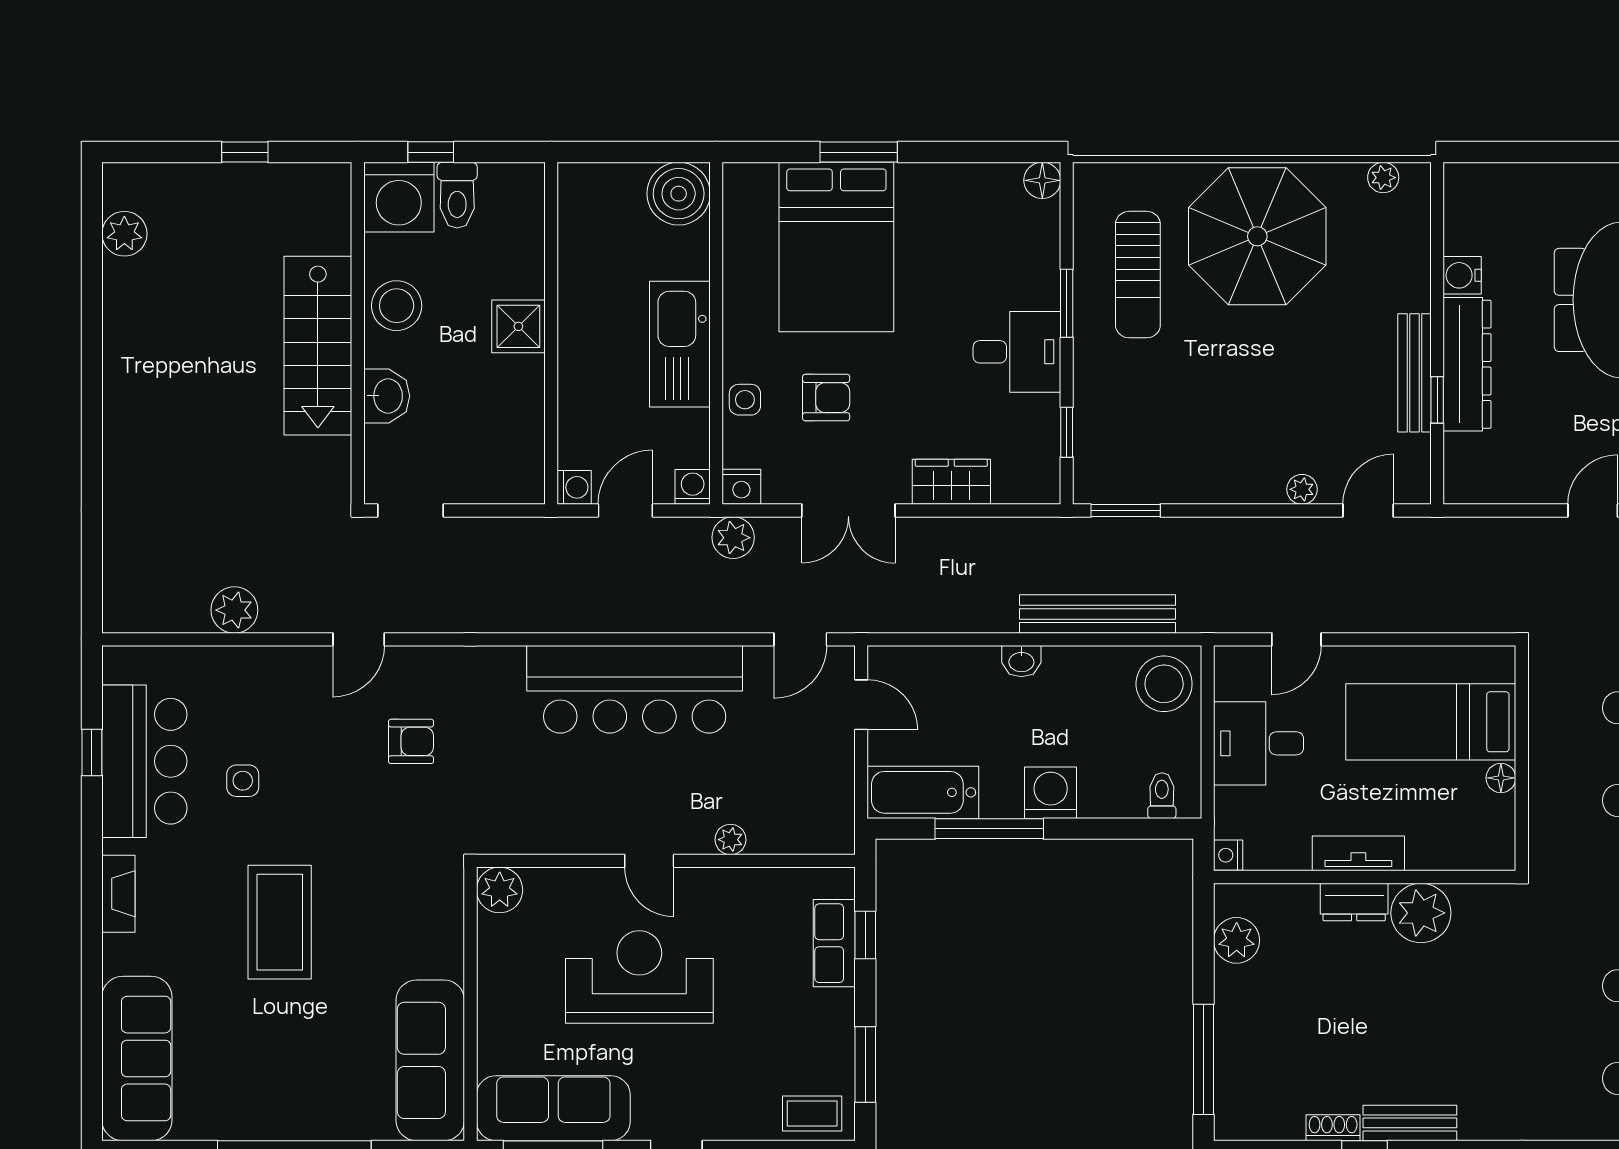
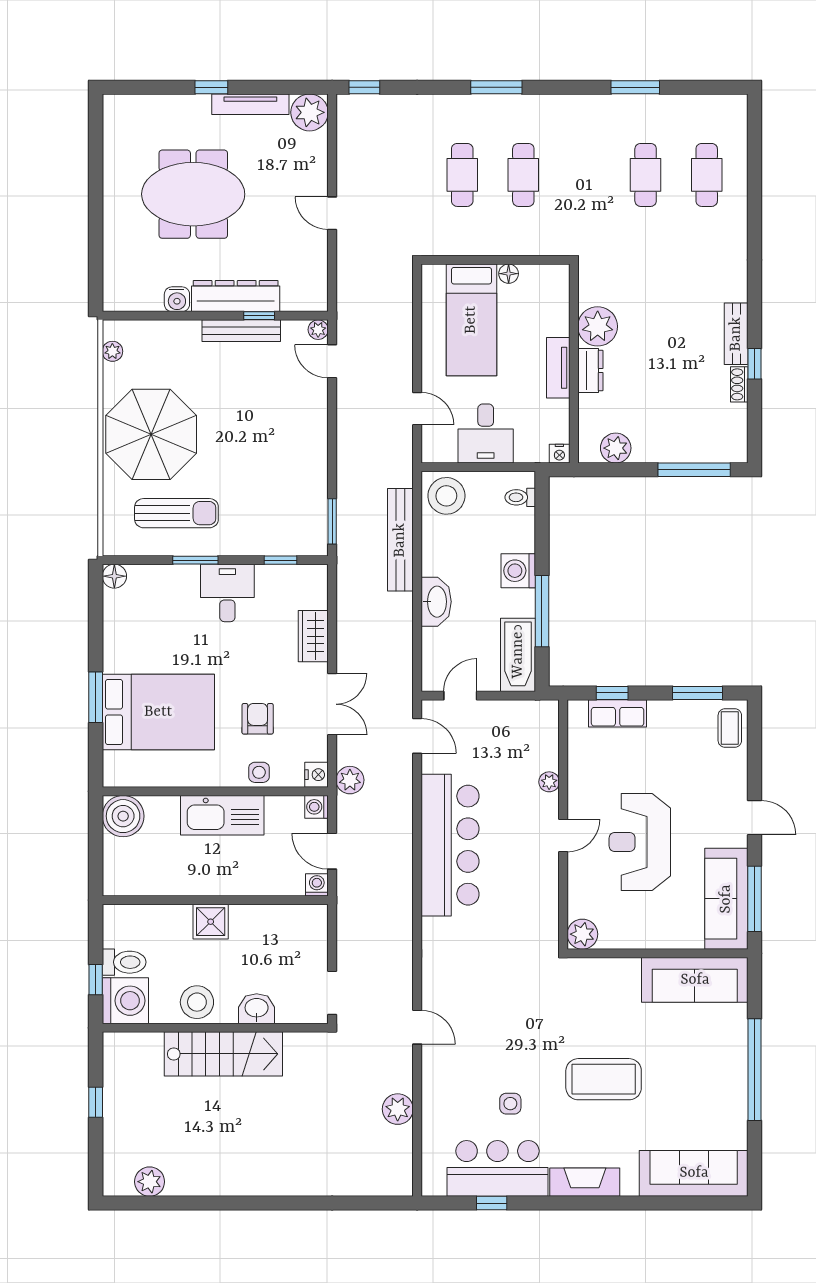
plant: (1302, 489) -> (318, 330), moved
washbasin: (1021, 661) -> (436, 602), width x1.91, depth x1.45
armchair: (411, 741) -> (484, 993), removed
fireplace: (118, 894) -> (585, 1182), width x1.37, depth x1.32

